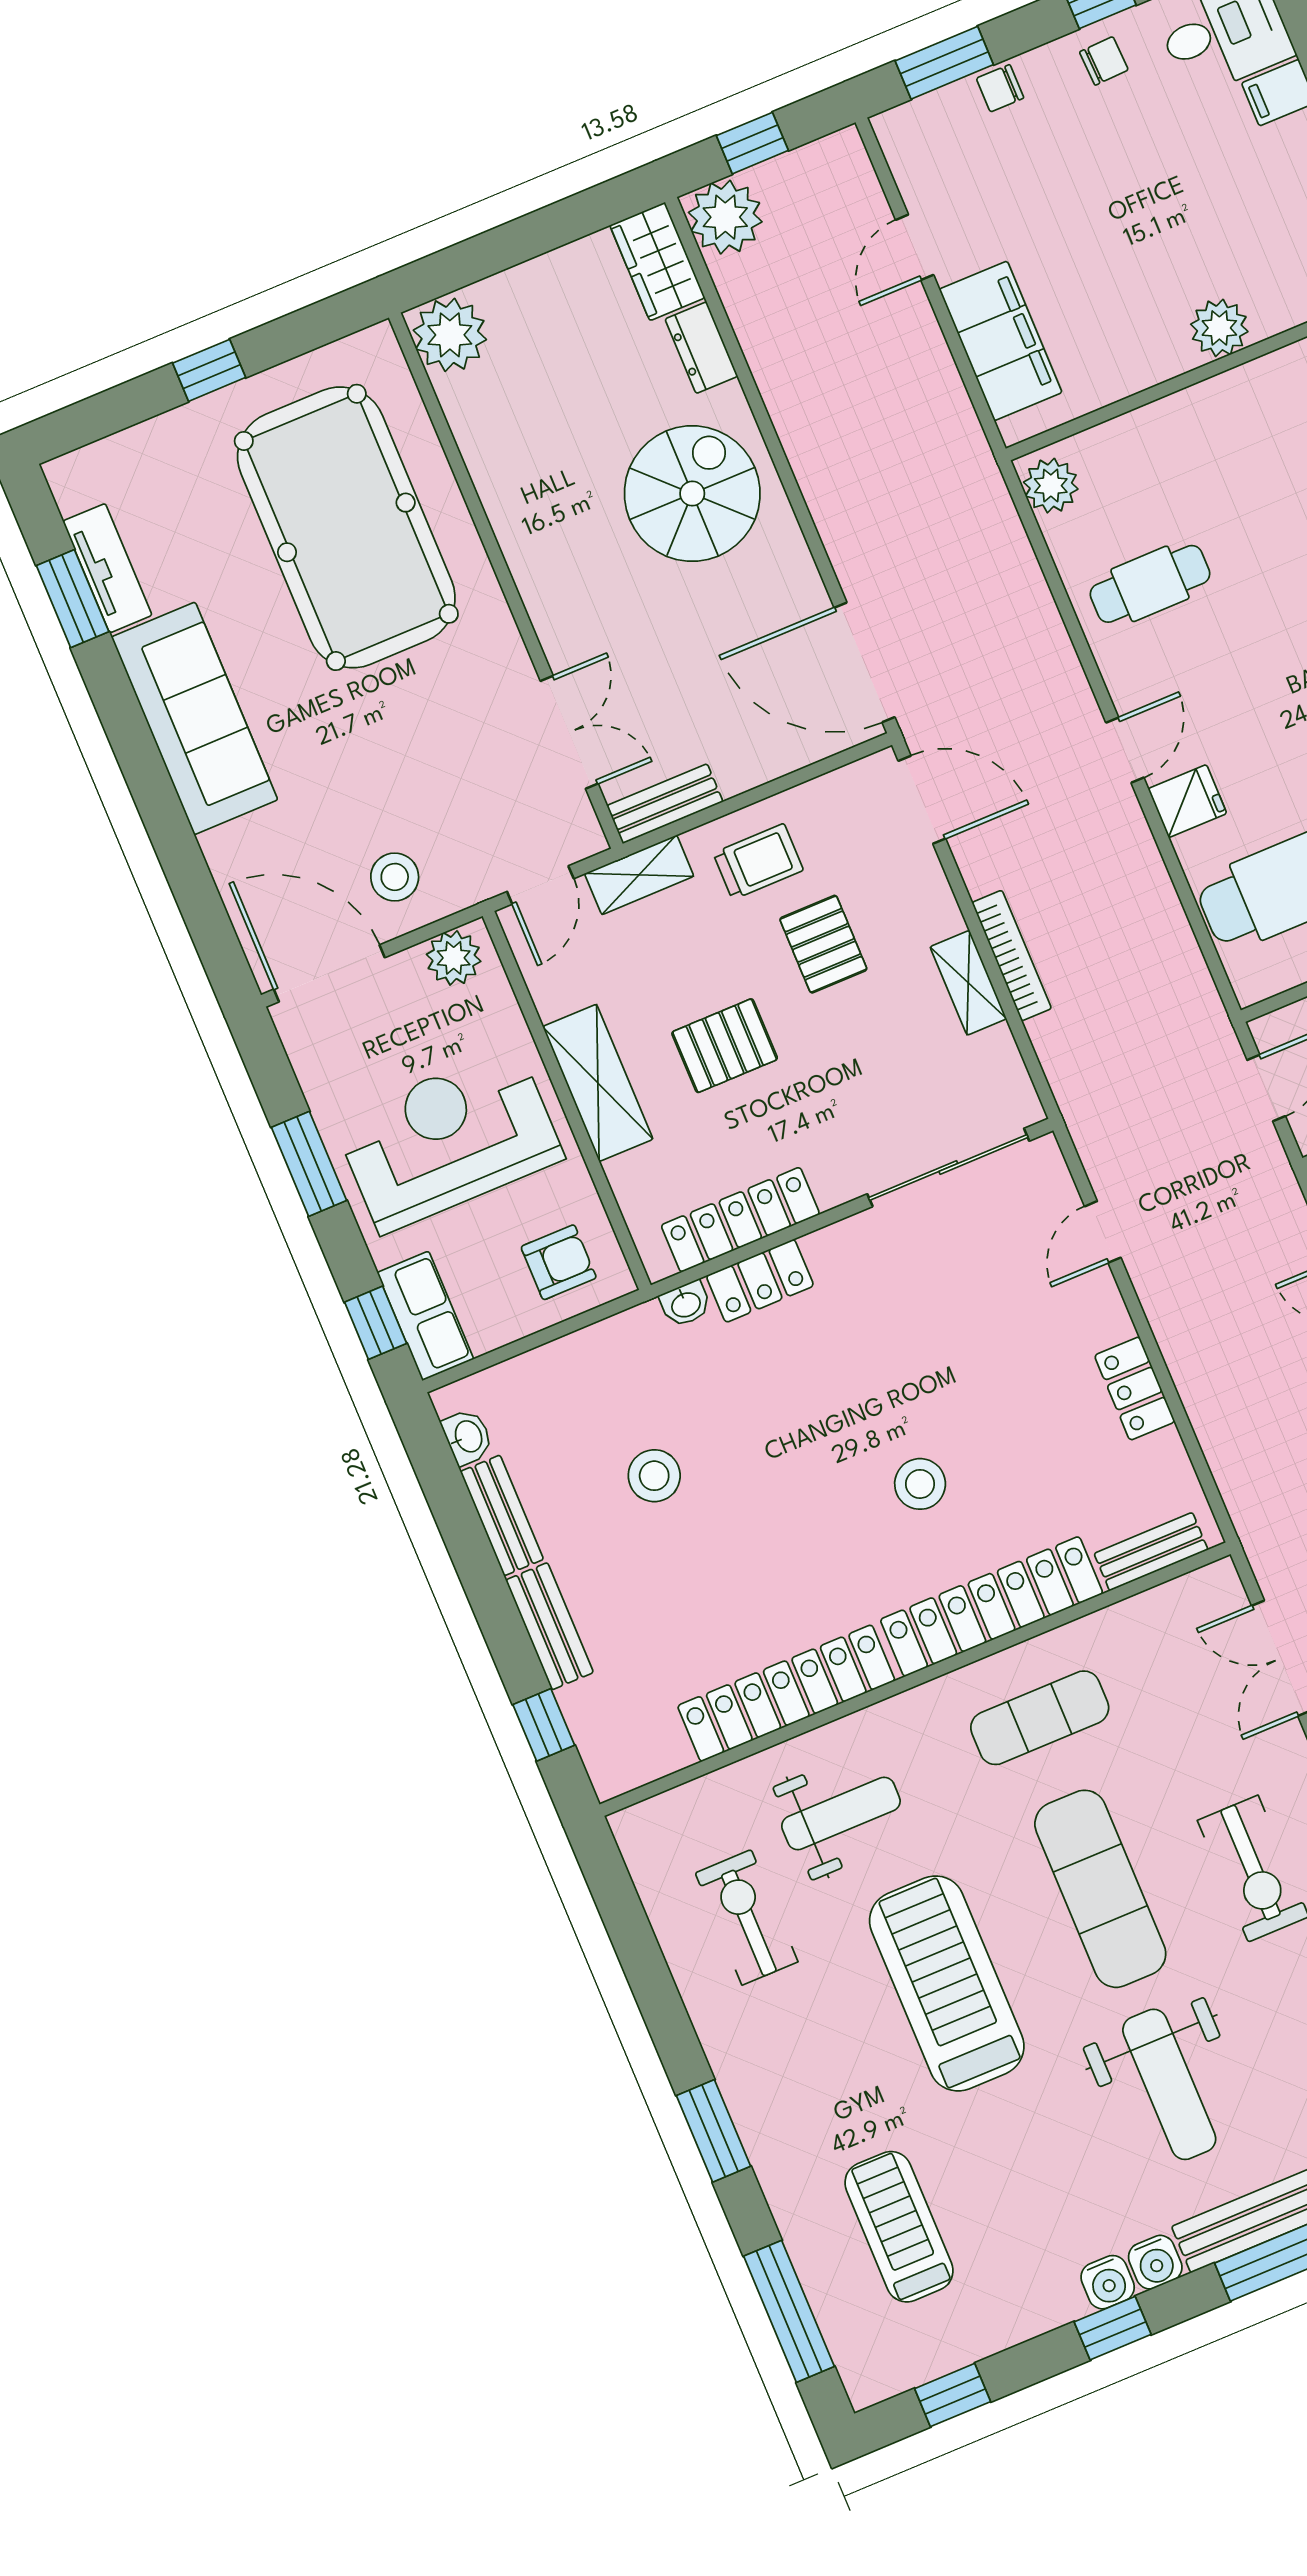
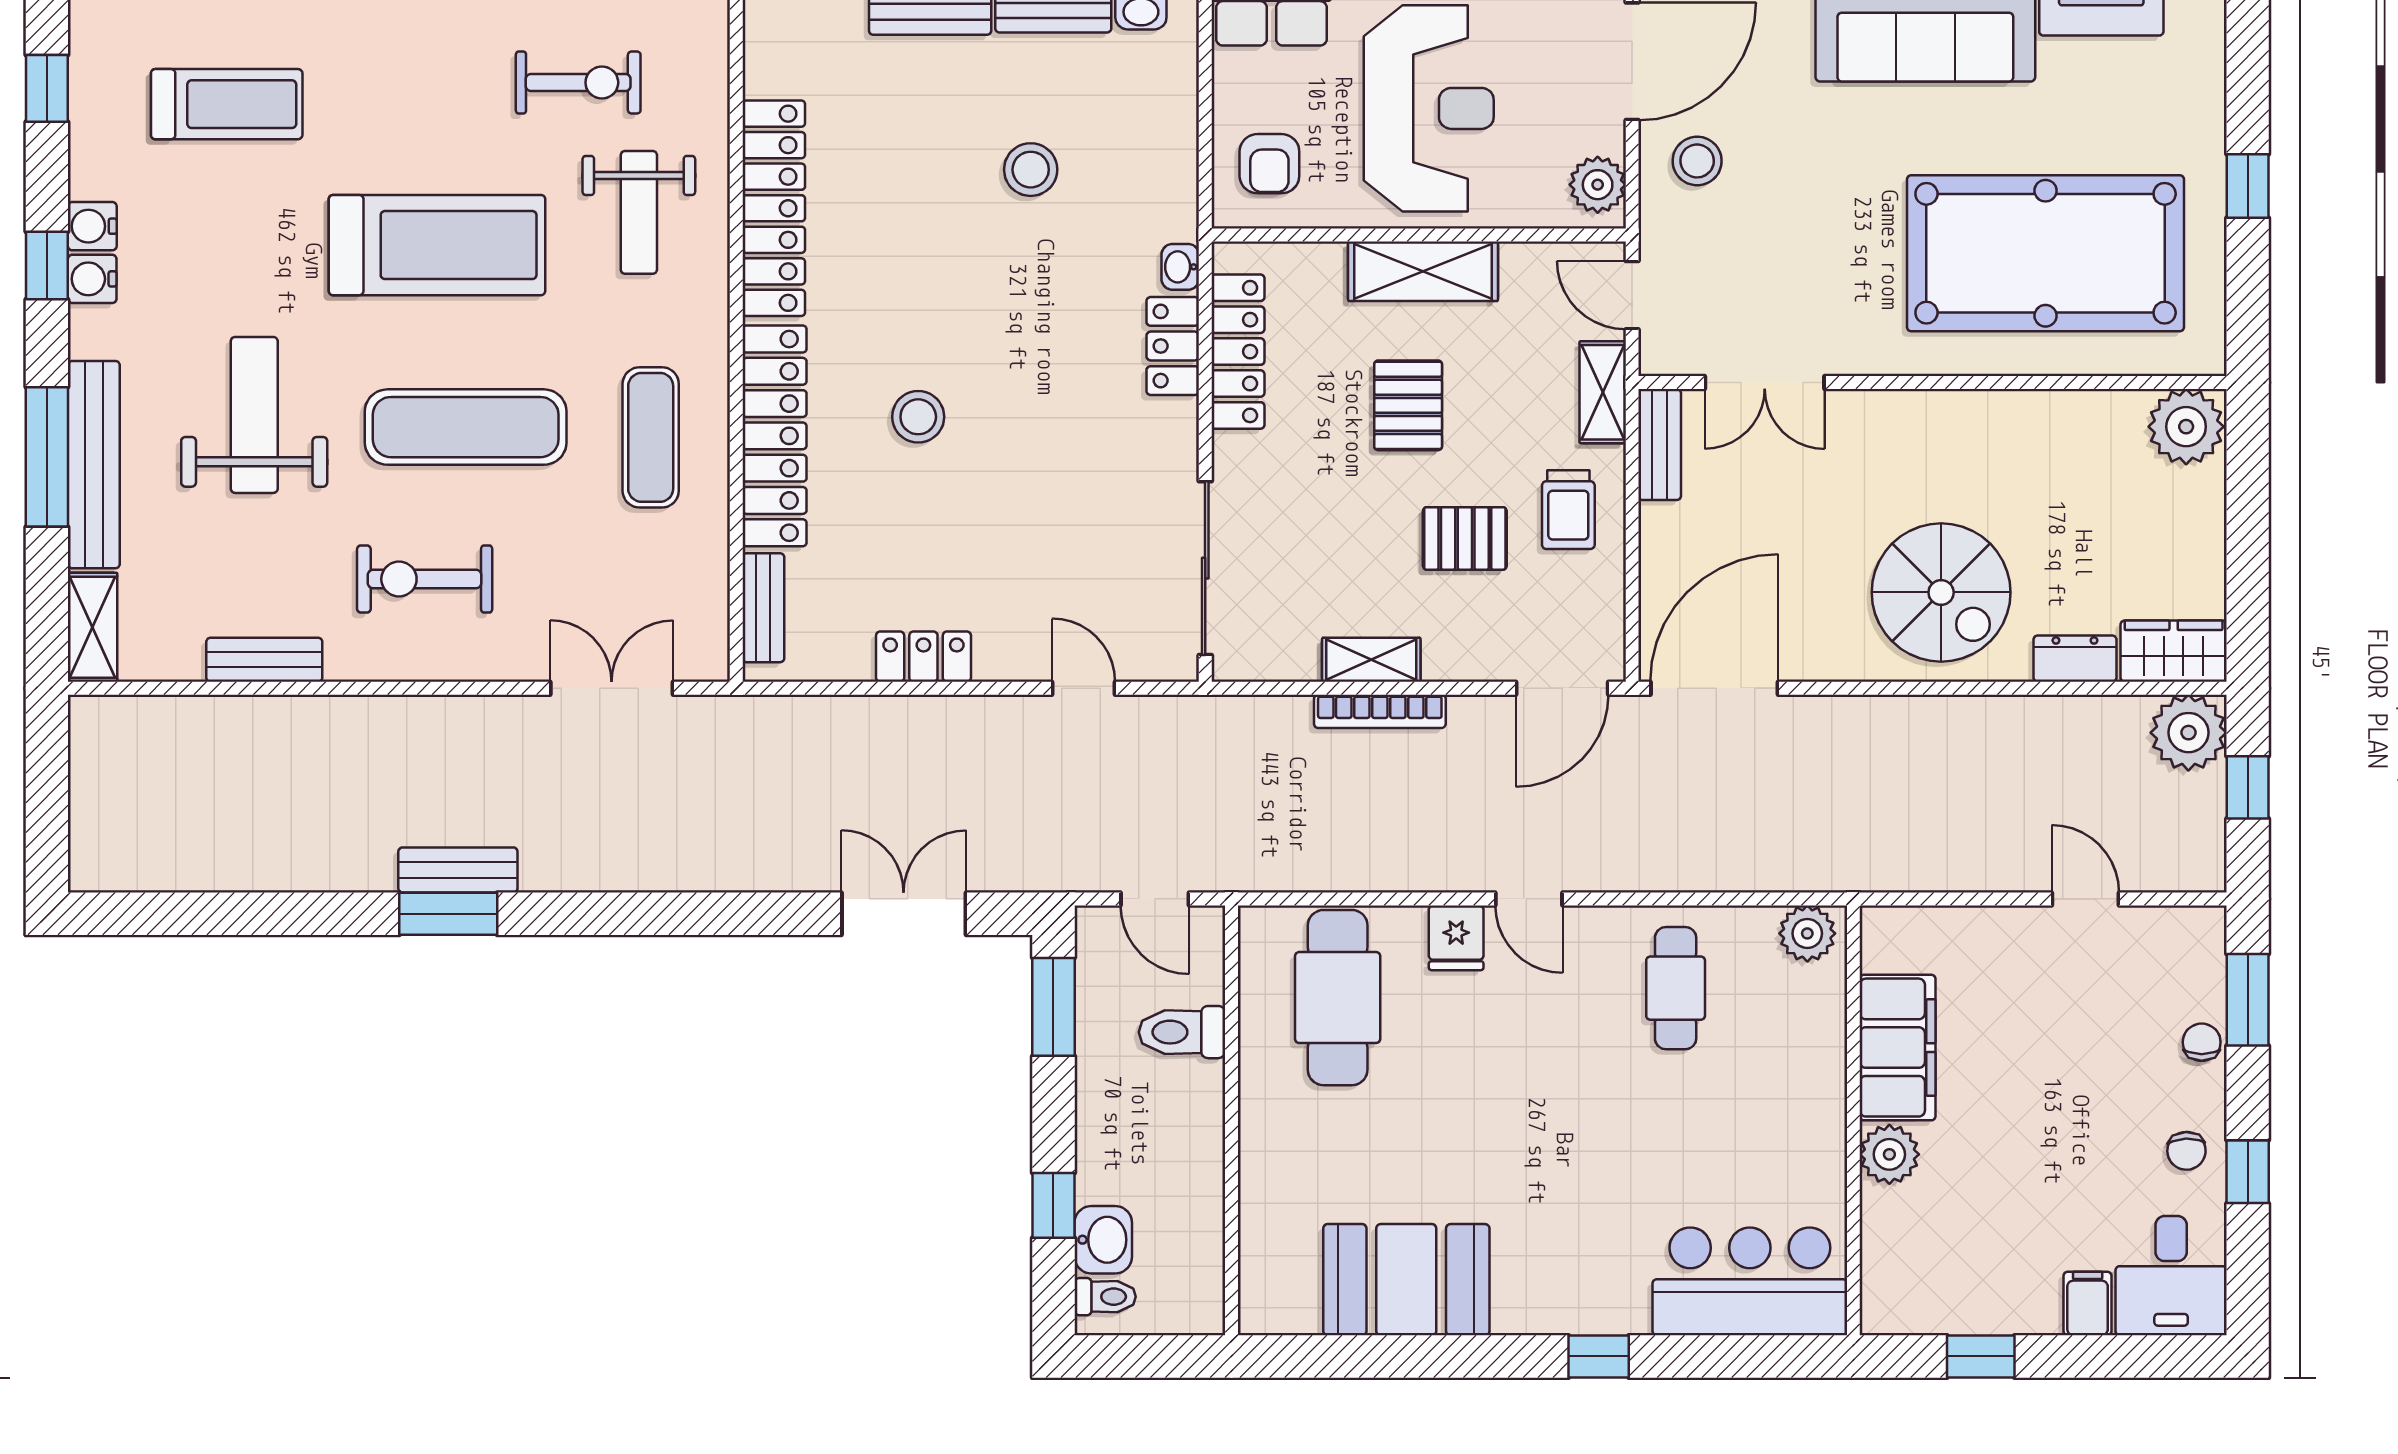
filing cabinet: (1001, 341) -> (1898, 1048), moved, turned -90
weight bench: (1169, 2084) -> (254, 415), turned 90
water cooler: (1155, 2262) -> (92, 226), moved

